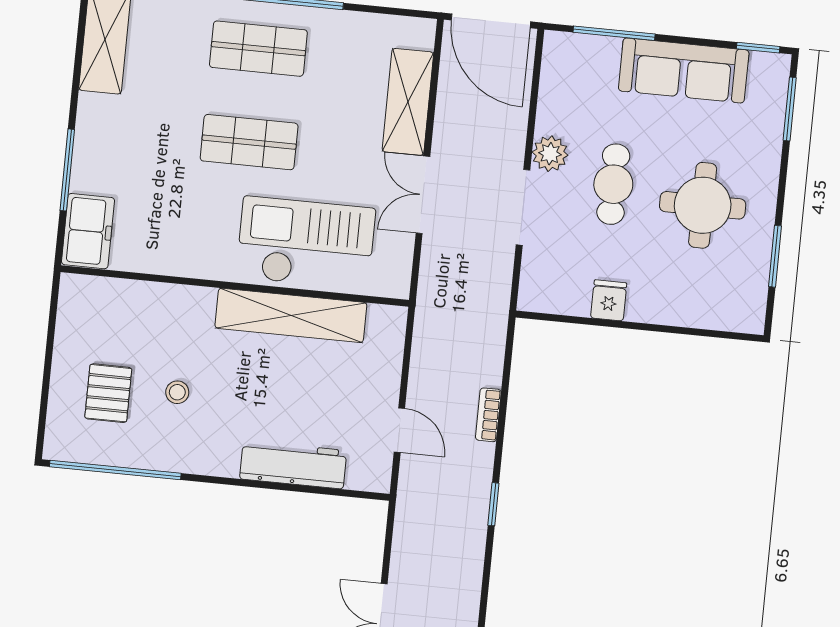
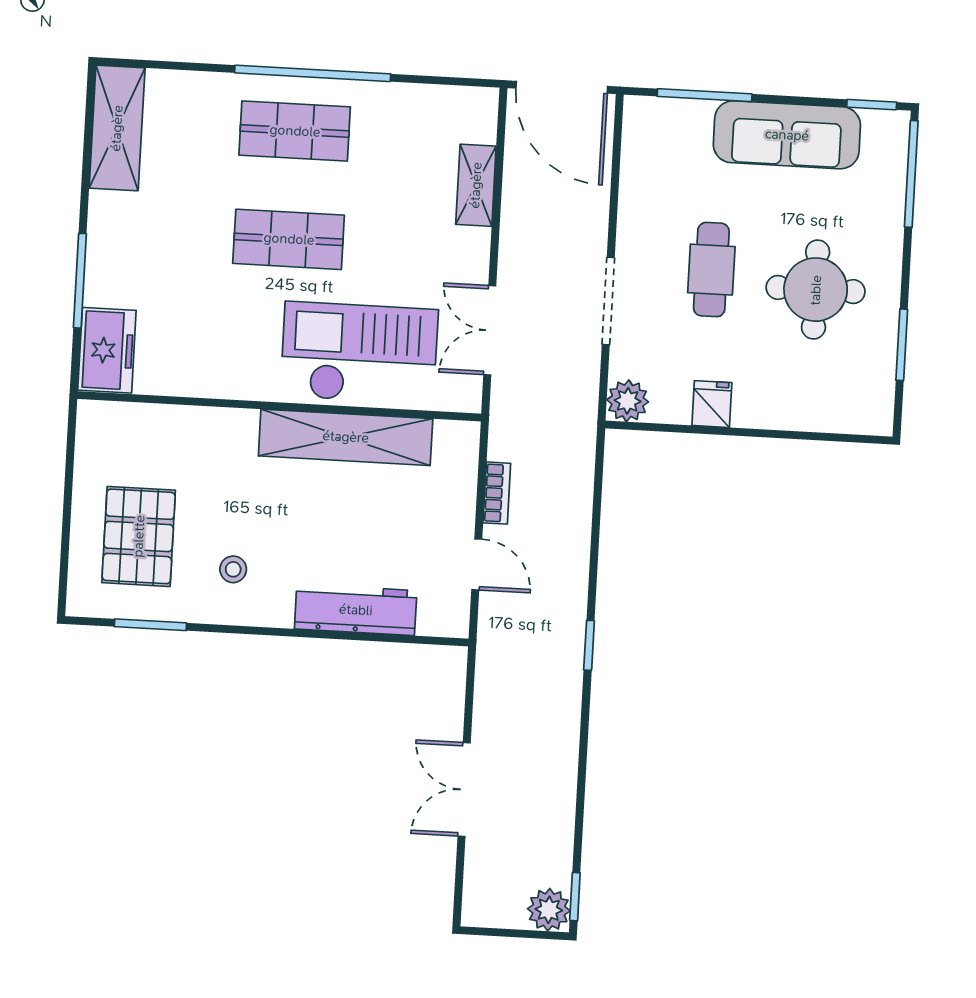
shelving: (408, 102) -> (476, 185), width x0.67, depth x0.75
window: (790, 109) -> (911, 174), width x1.44
plant: (550, 154) -> (628, 401), moved
double door: (423, 195) -> (490, 330), moved
stool: (177, 392) -> (233, 569), moved
pallet: (108, 393) -> (139, 536), width x1.50, depth x1.42
bookcase: (488, 415) -> (497, 493), moved, turned 180
window: (115, 470) -> (150, 625), width x0.47

